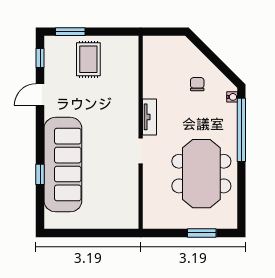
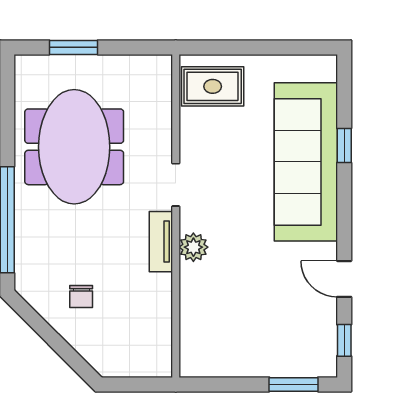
rug: (88, 59) -> (213, 86), moved, turned 90
door: (40, 95) -> (344, 279), swing flipped
water cooler: (232, 97) -> (23, 275), removed
plant: (130, 114) -> (193, 247), added

